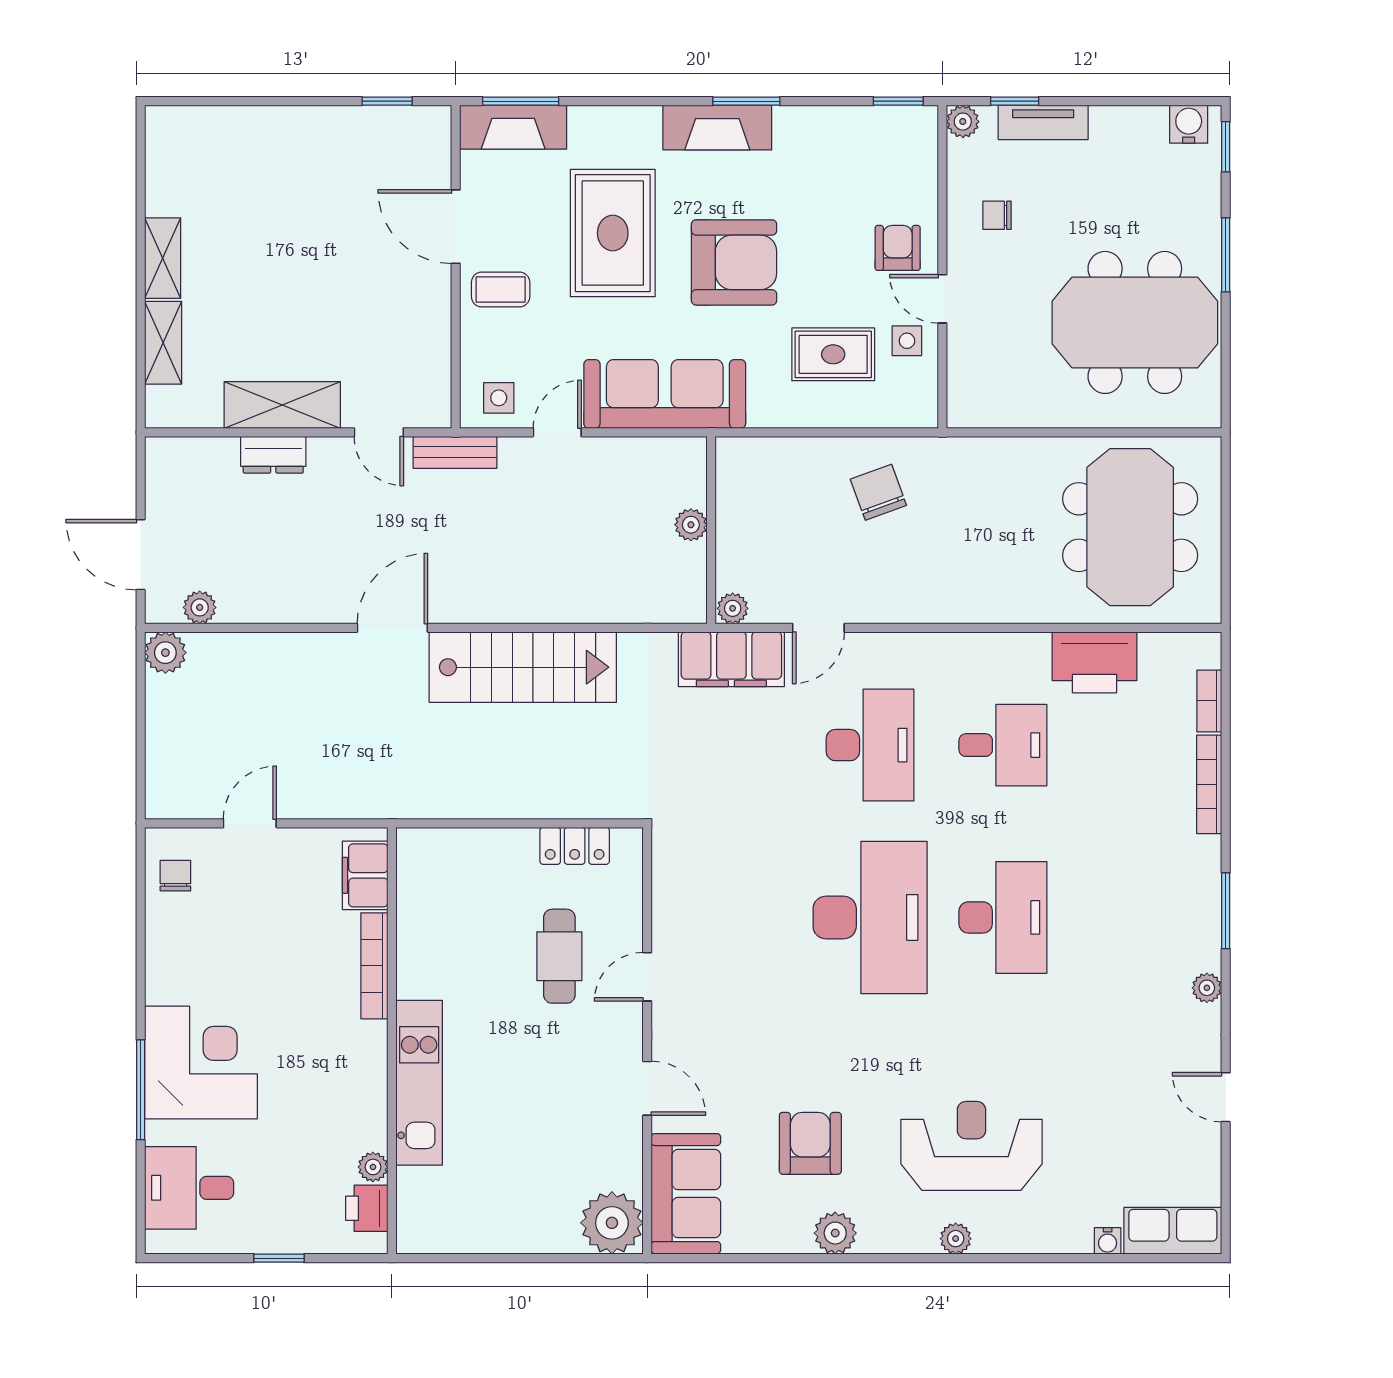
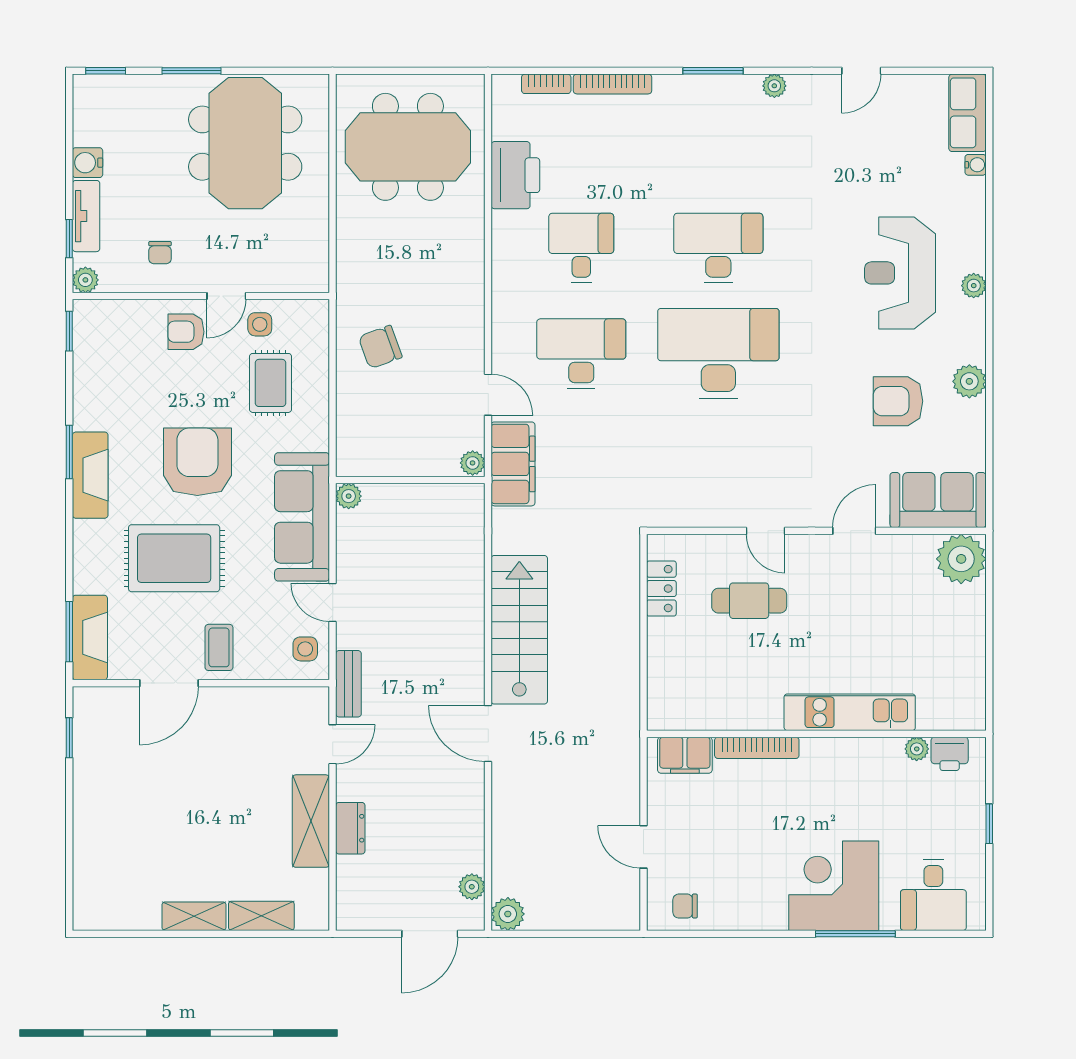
water cooler: (1189, 124) -> (88, 163), moved
plant: (691, 525) -> (349, 496), moved

